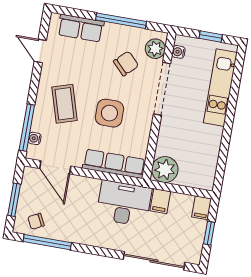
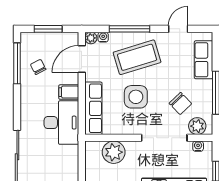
coffee table: (64, 104) -> (137, 57), width x1.36, depth x1.32
window: (27, 128) -> (130, 29), moved
plant: (33, 153) -> (91, 38), added
plant: (165, 170) -> (114, 152), moved
filing cabinet: (160, 201) -> (69, 92), moved
chair: (36, 221) -> (38, 67), moved

